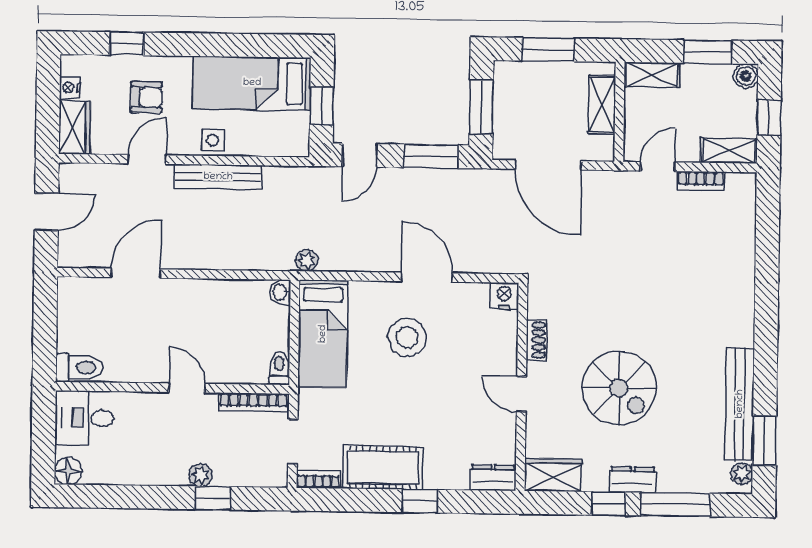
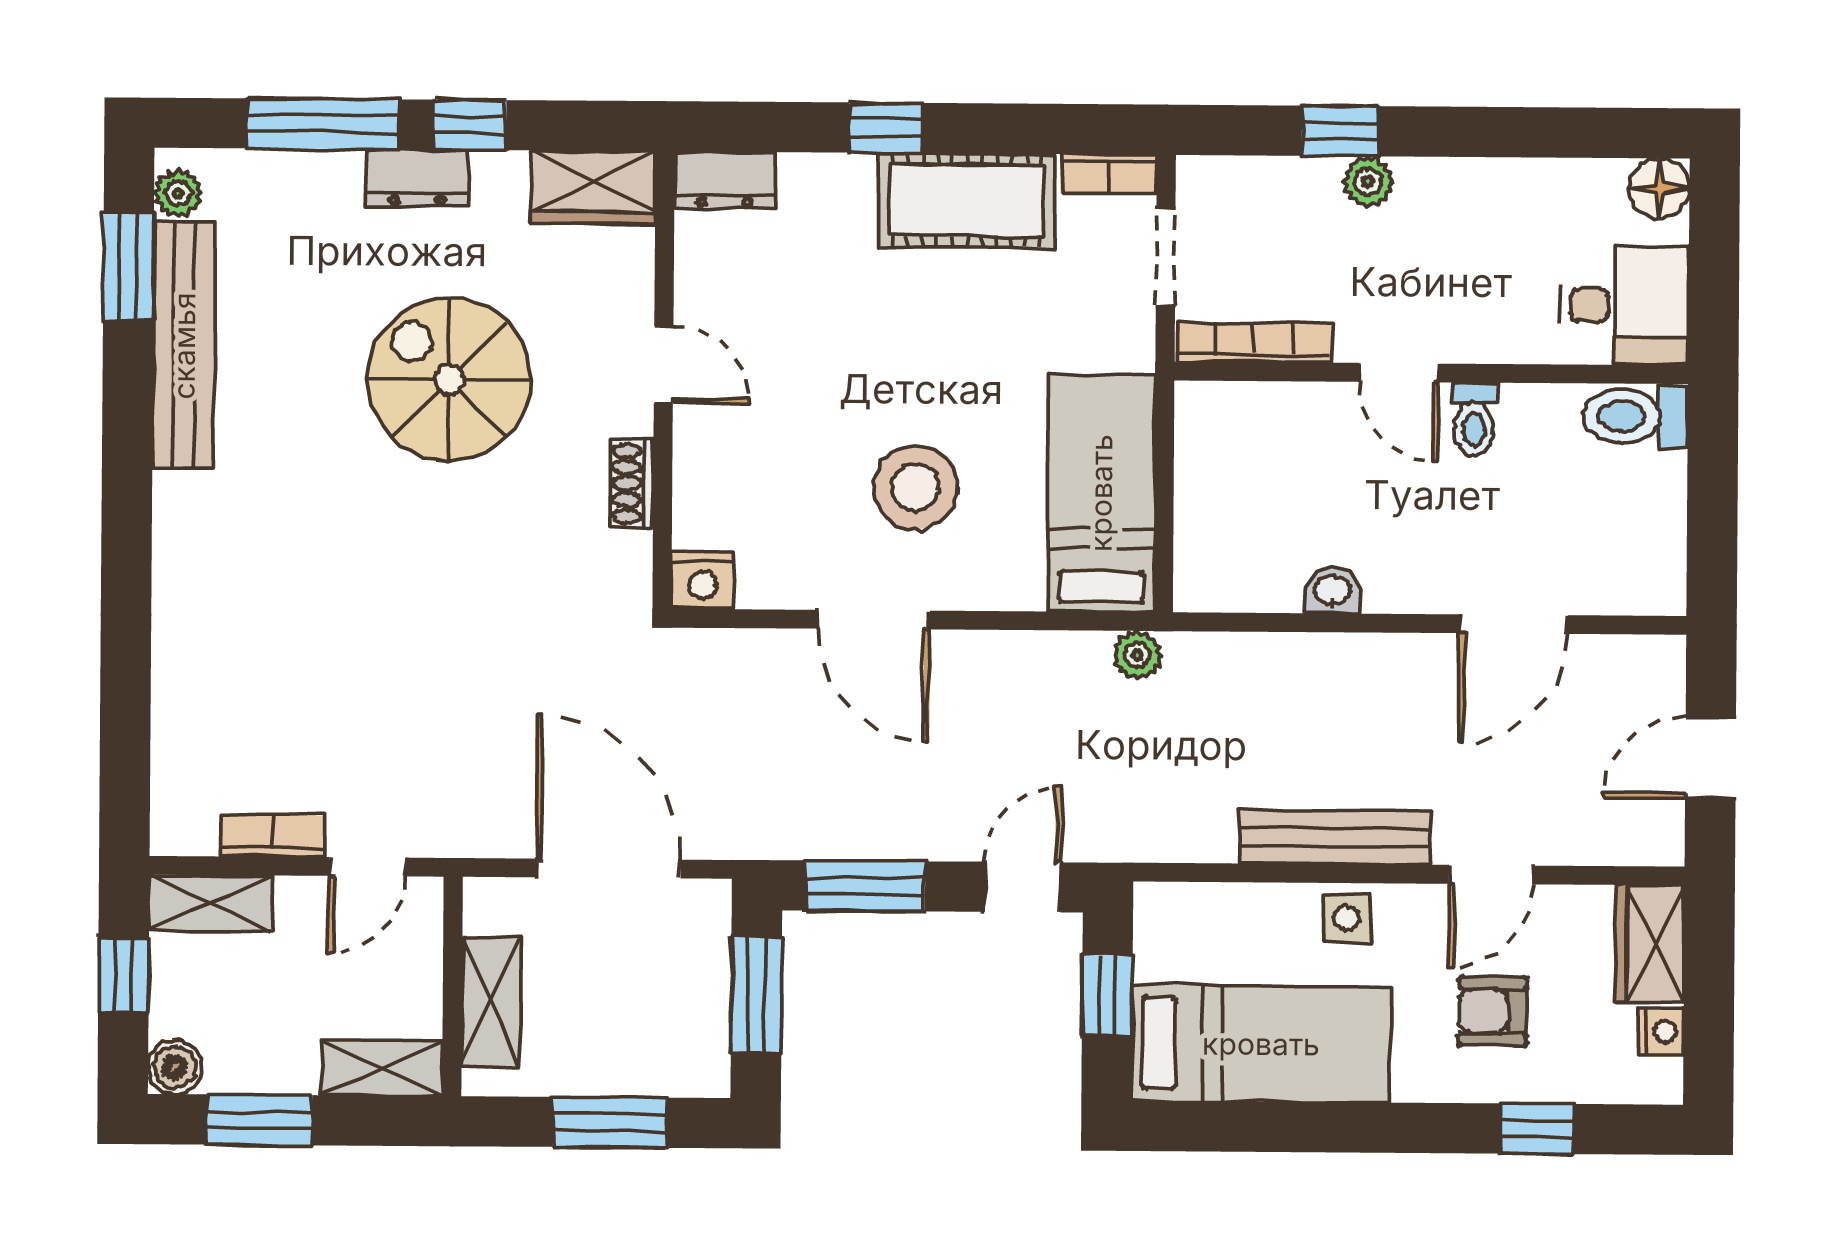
washbasin: (280, 292) -> (1333, 591), moved, turned -90
toilet: (279, 368) -> (1474, 420), moved

